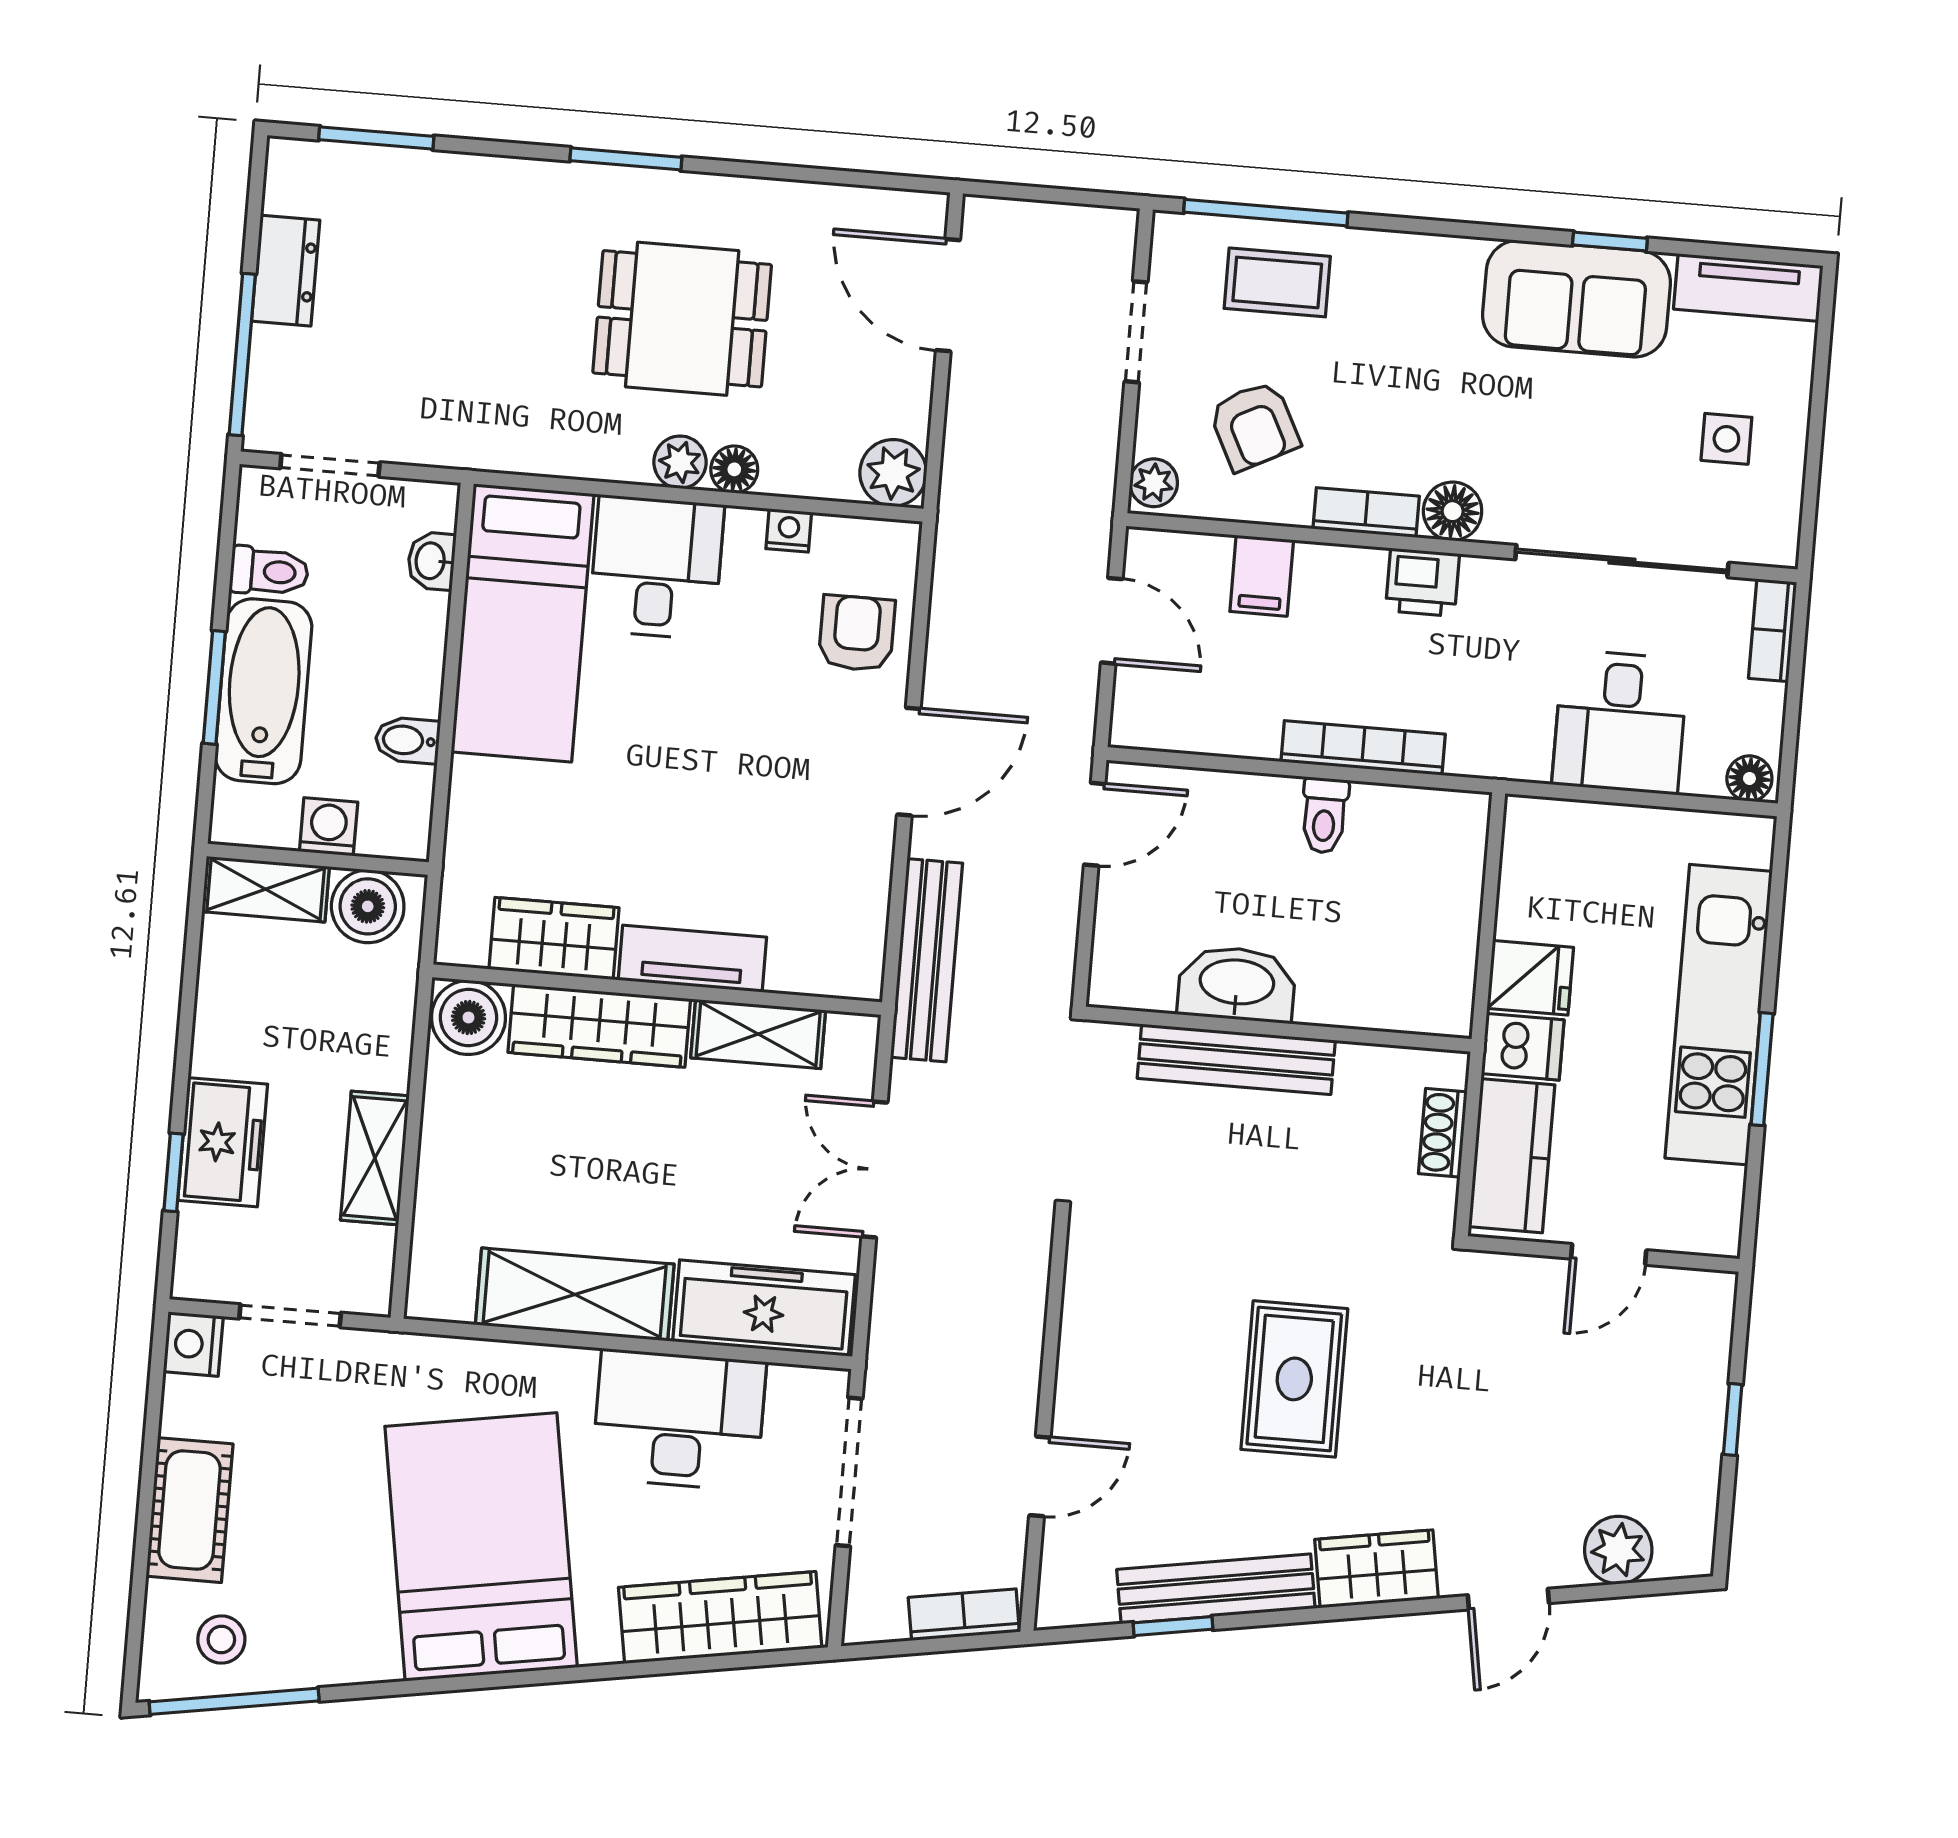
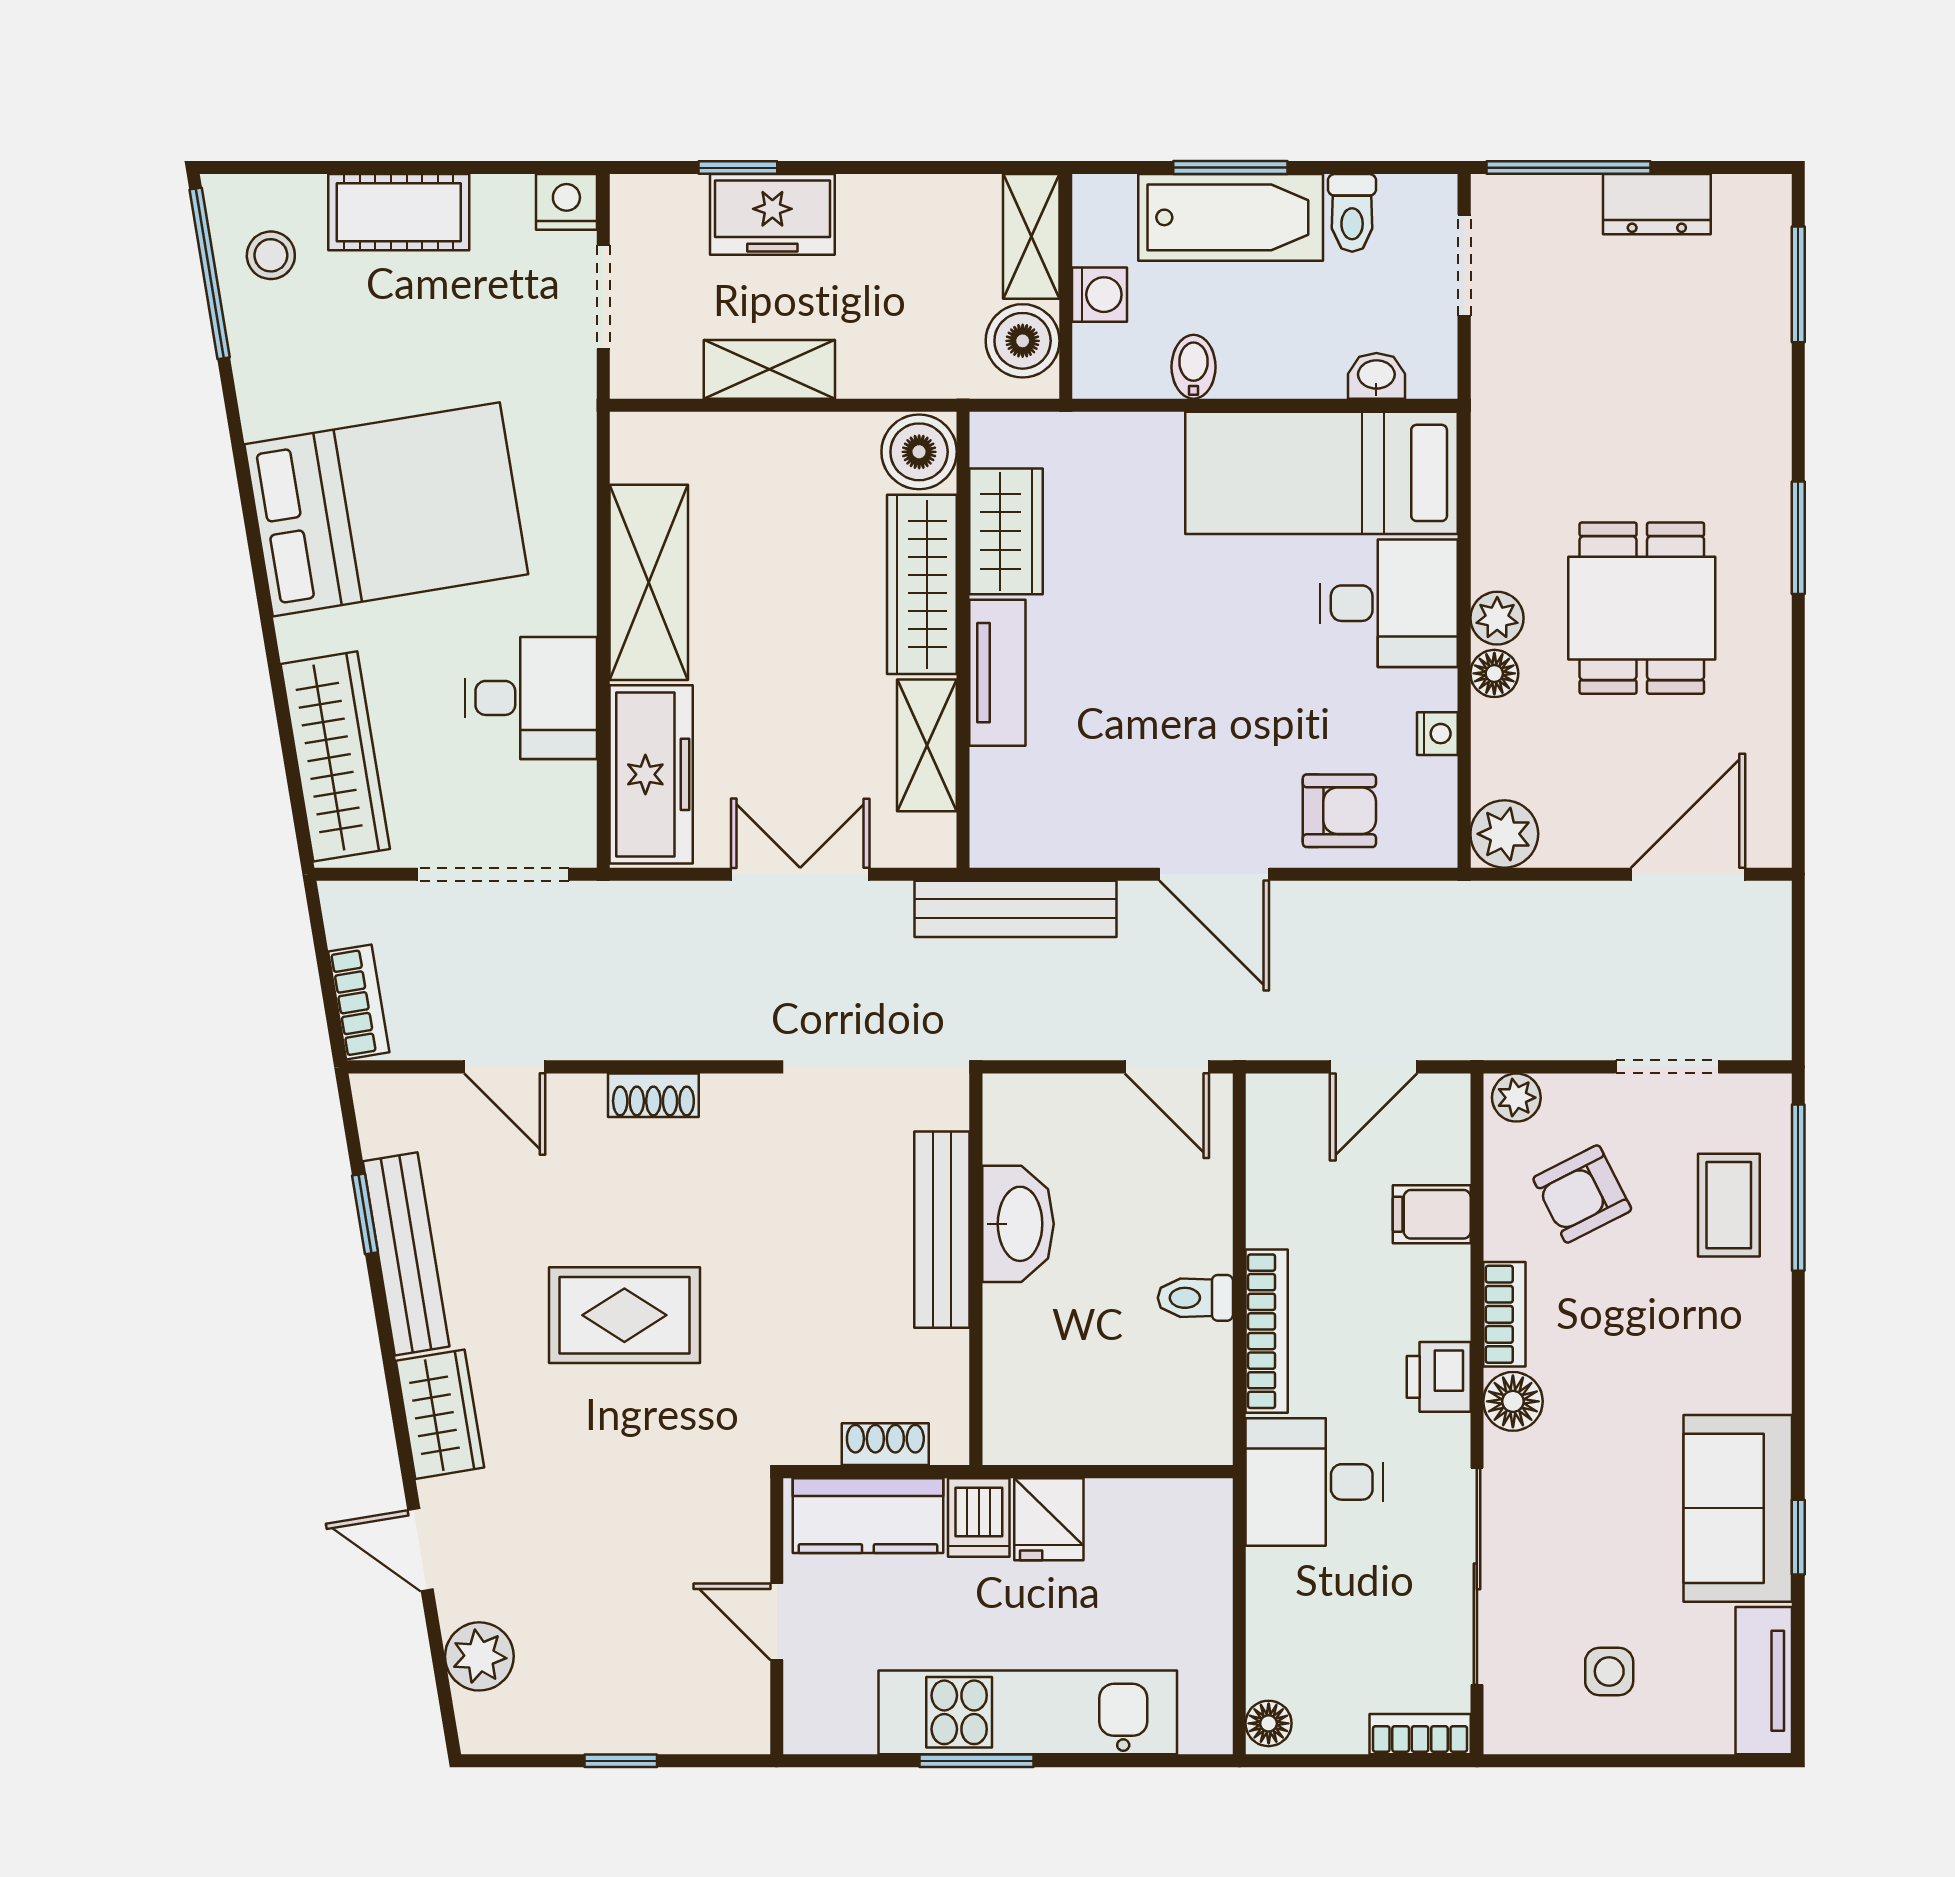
desk: (1620, 722) -> (1315, 1482), moved
shoe rack: (1080, 1332) -> (653, 1095), added
desk: (679, 1420) -> (531, 698), width x0.73

